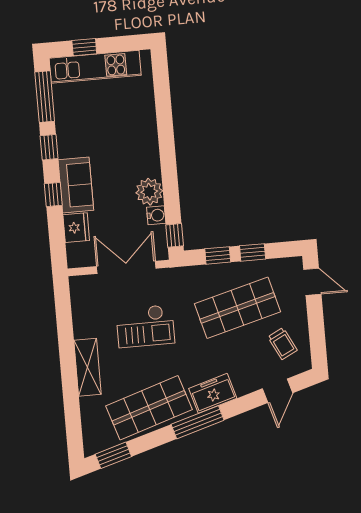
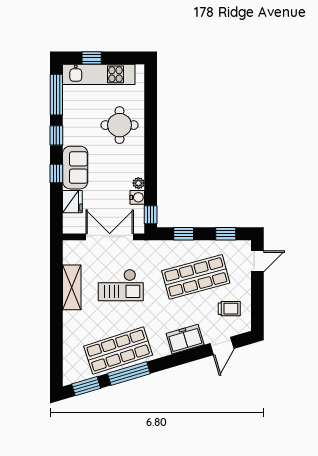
round table: (126, 127) -> (120, 125), added
plant: (149, 192) -> (138, 183), width x0.53, depth x0.53
window: (253, 252) -> (226, 234), moved
door: (312, 282) -> (257, 261), hinge flipped
trolley: (283, 344) -> (229, 309), turned -63
shelving: (88, 367) -> (72, 287), moved
freezer: (213, 393) -> (185, 339), moved
window: (198, 422) -> (129, 373), moved

